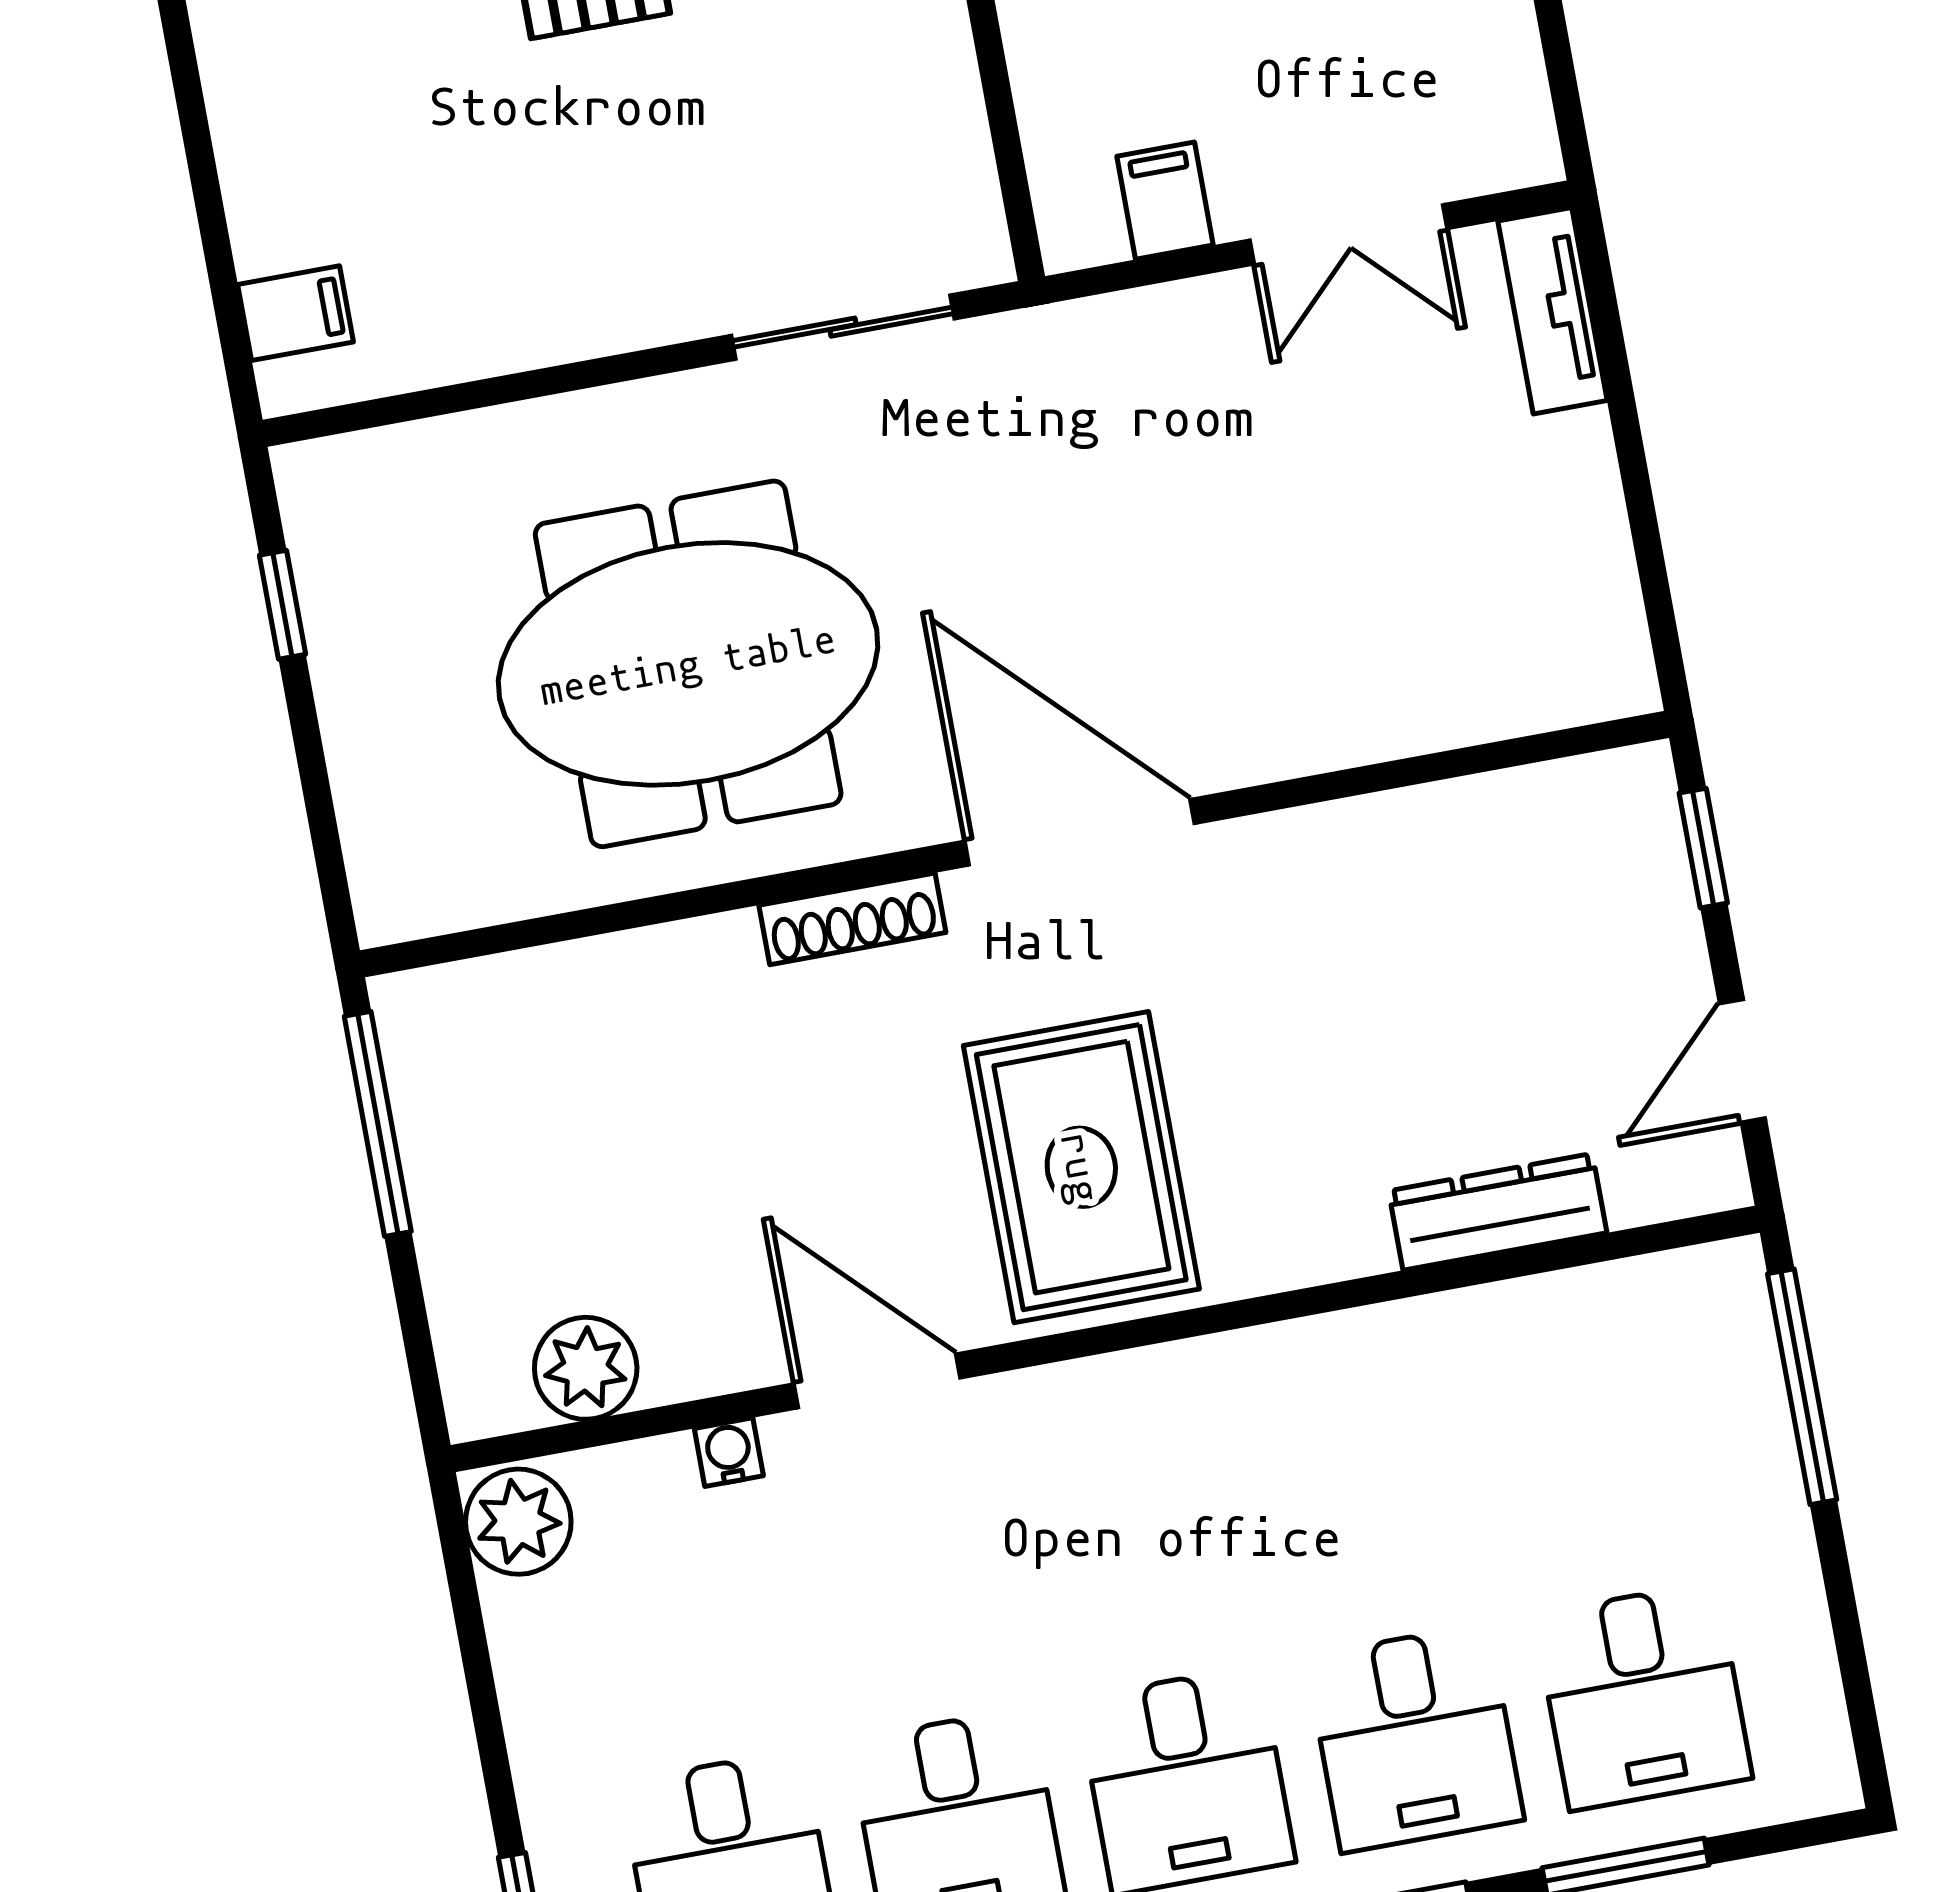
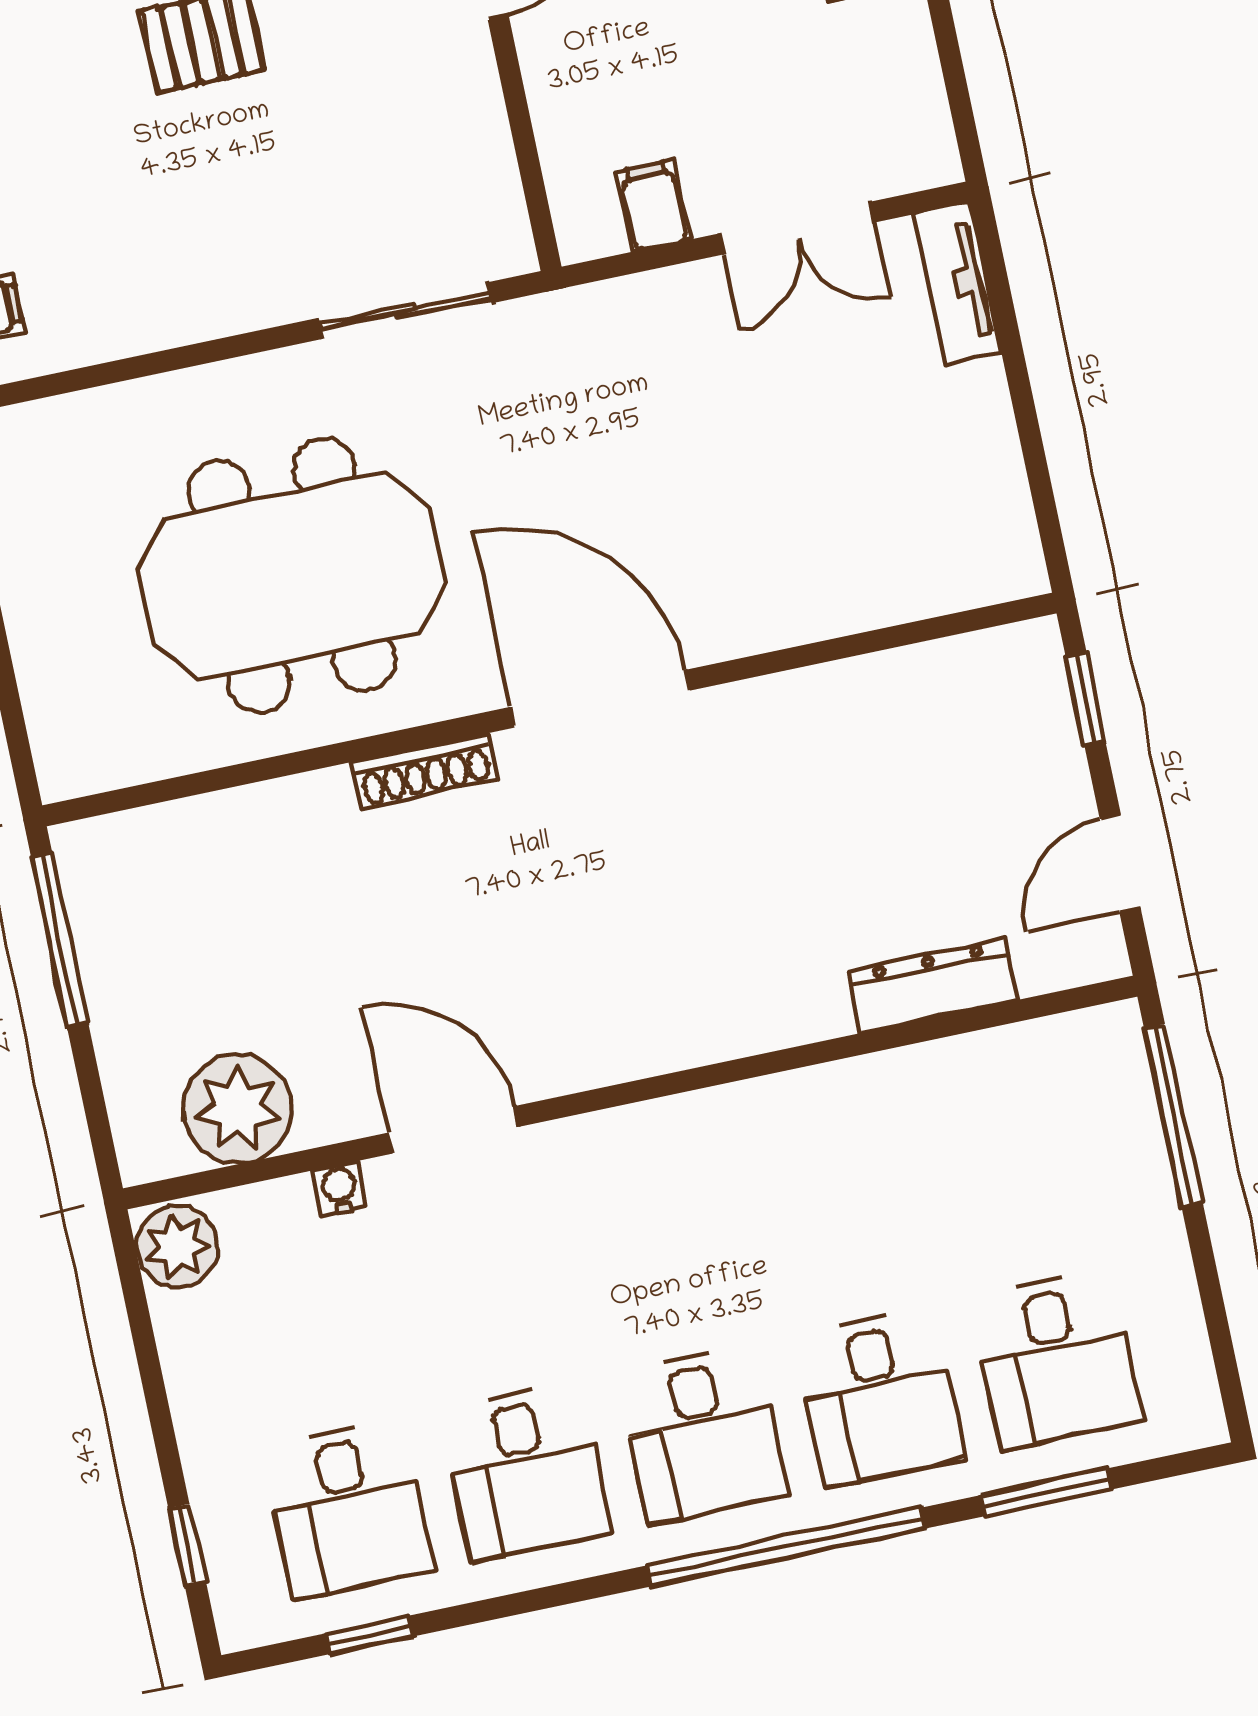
rug: (1081, 1167) -> (608, 959), removed
plant: (586, 1368) -> (238, 1109), width x1.36, depth x1.36

